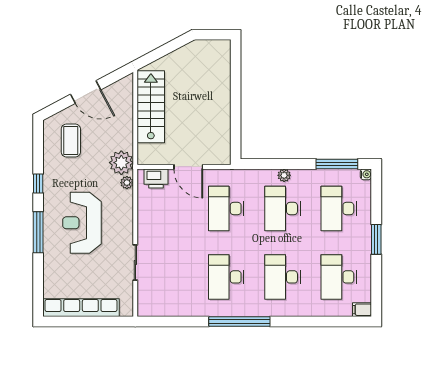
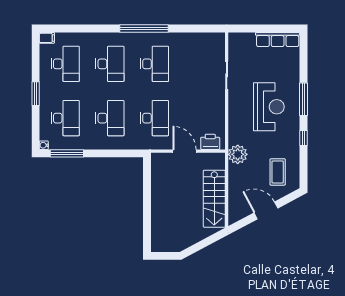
plant: (284, 175) -> (109, 144), removed
plant: (127, 183) -> (233, 139), removed
row of seats: (81, 308) -> (278, 39), width x0.73

